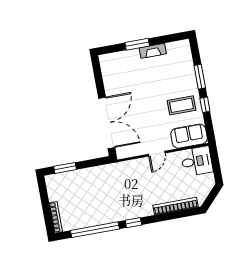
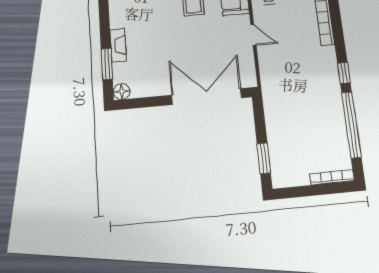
window: (137, 44) -> (107, 64), moved
fireplace: (153, 51) -> (118, 45), moved
floor lamp: (105, 60) -> (122, 91), added

